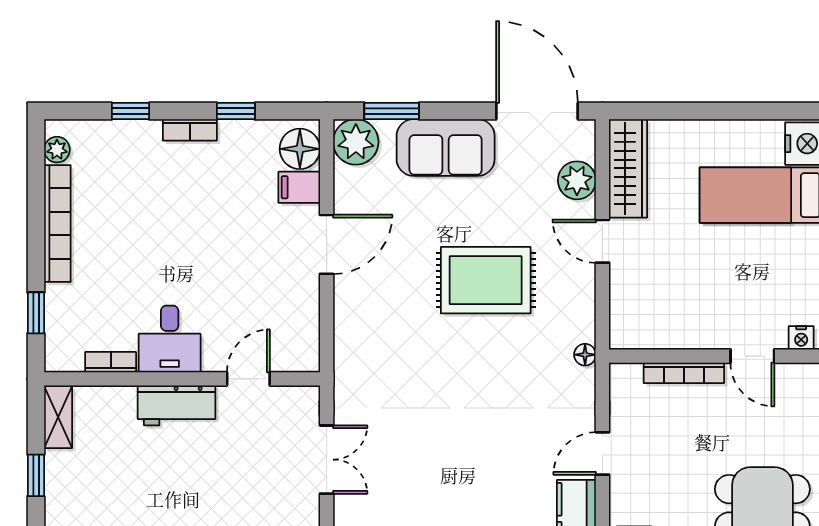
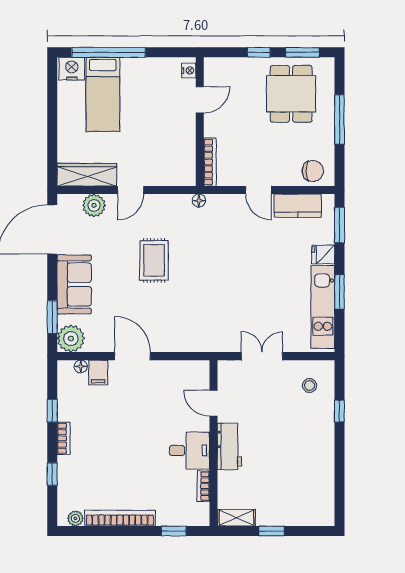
floor lamp: (300, 149) -> (81, 367), width x0.53, depth x0.53
rug: (486, 280) -> (154, 260), width x0.73, depth x0.70
bookcase: (684, 373) -> (210, 162), moved

